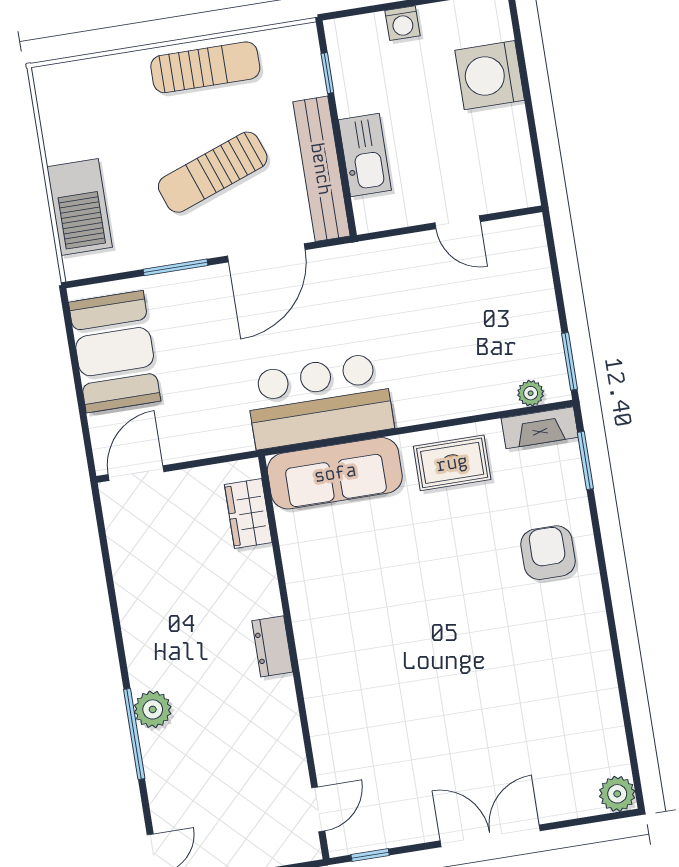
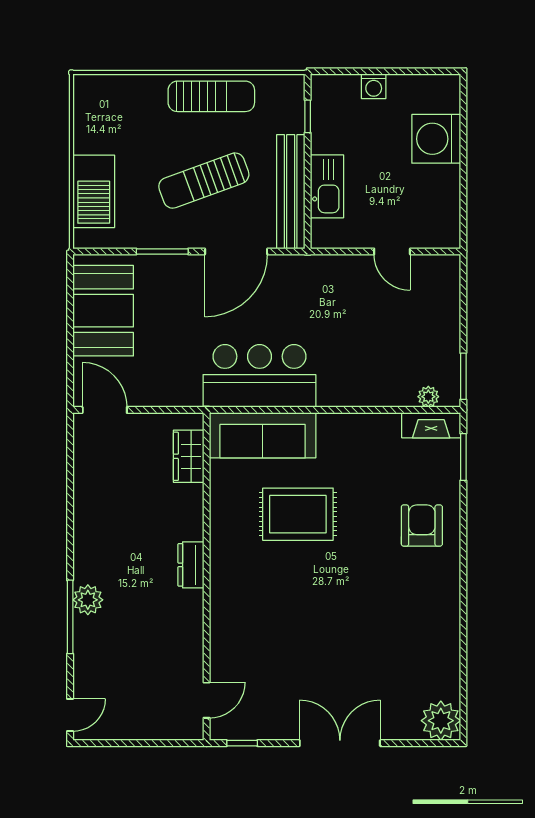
rug: (452, 463) -> (298, 514), moved, width x1.36, depth x1.43
door: (136, 473) -> (105, 410), hinge flipped
plant: (617, 794) -> (441, 721), width x1.36, depth x1.36

